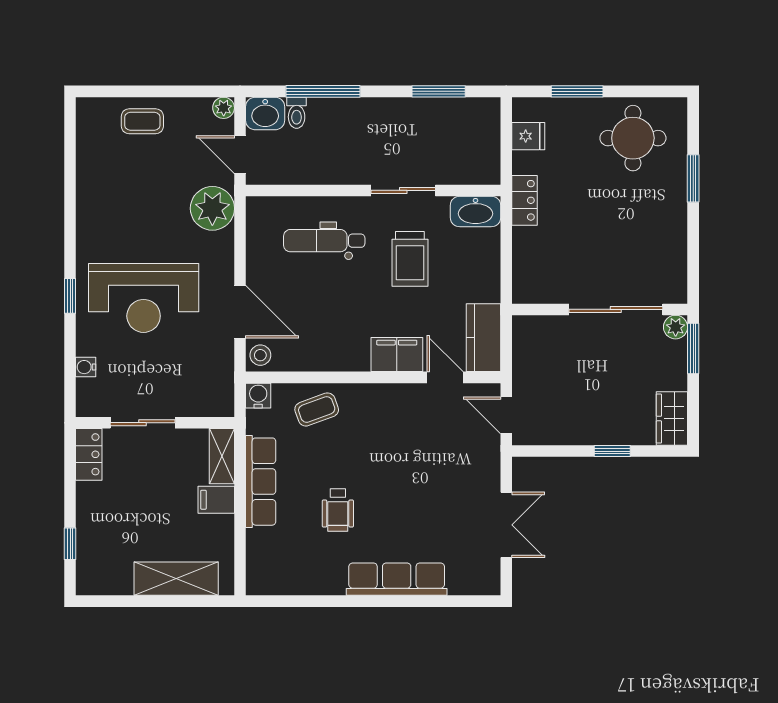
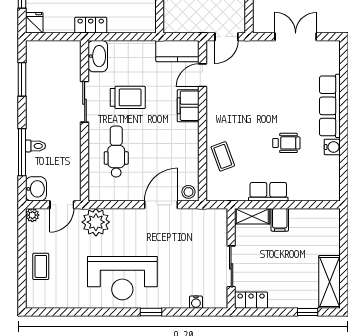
toilet: (297, 113) -> (35, 146), moved
fridge: (528, 136) -> (34, 23), moved
dental chair: (324, 241) -> (116, 152), turned 180
reception desk: (144, 298) -> (122, 278), moved, turned 90
water cooler: (258, 396) -> (332, 147), moved, turned 180
row of seats: (261, 482) -> (268, 192), width x0.68
shelving: (176, 579) -> (330, 282), moved

